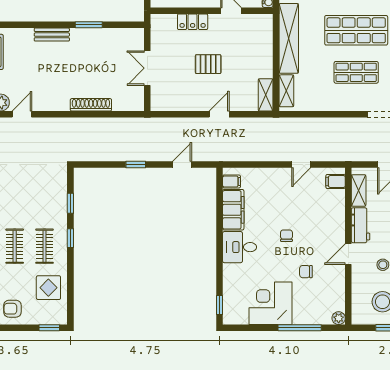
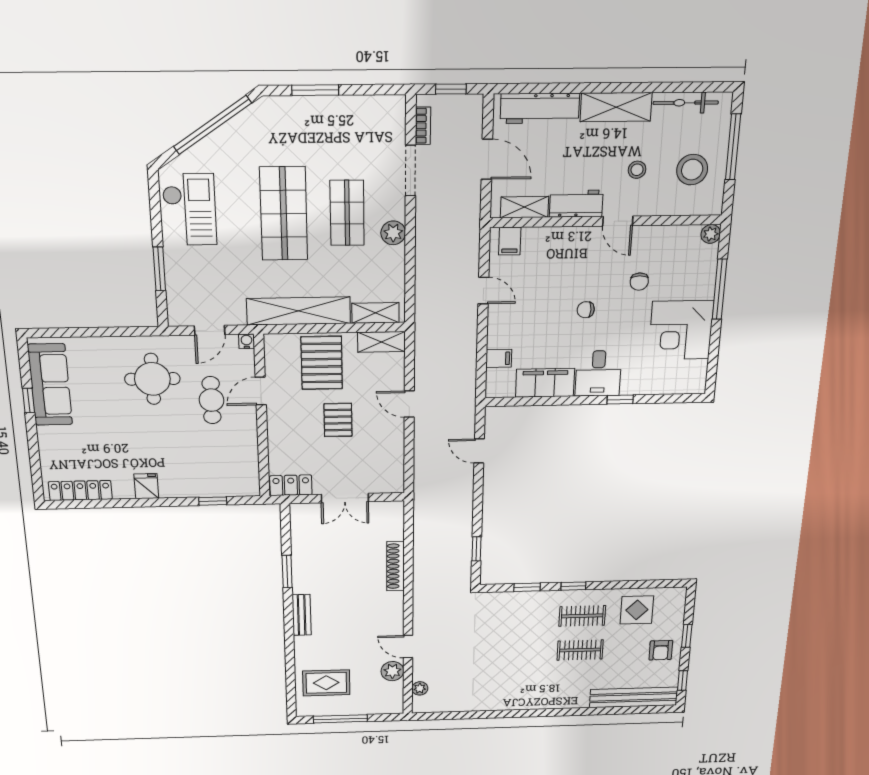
locker: (193, 22) -> (291, 485), moved, turned -90
pallet: (251, 53) -> (322, 363), added
plant: (342, 103) -> (393, 233), added
window: (136, 165) -> (477, 549), moved
filing cabinet: (232, 182) -> (499, 358), moved, turned 90
window: (220, 305) -> (620, 400), moved
window: (49, 328) -> (687, 636), moved

